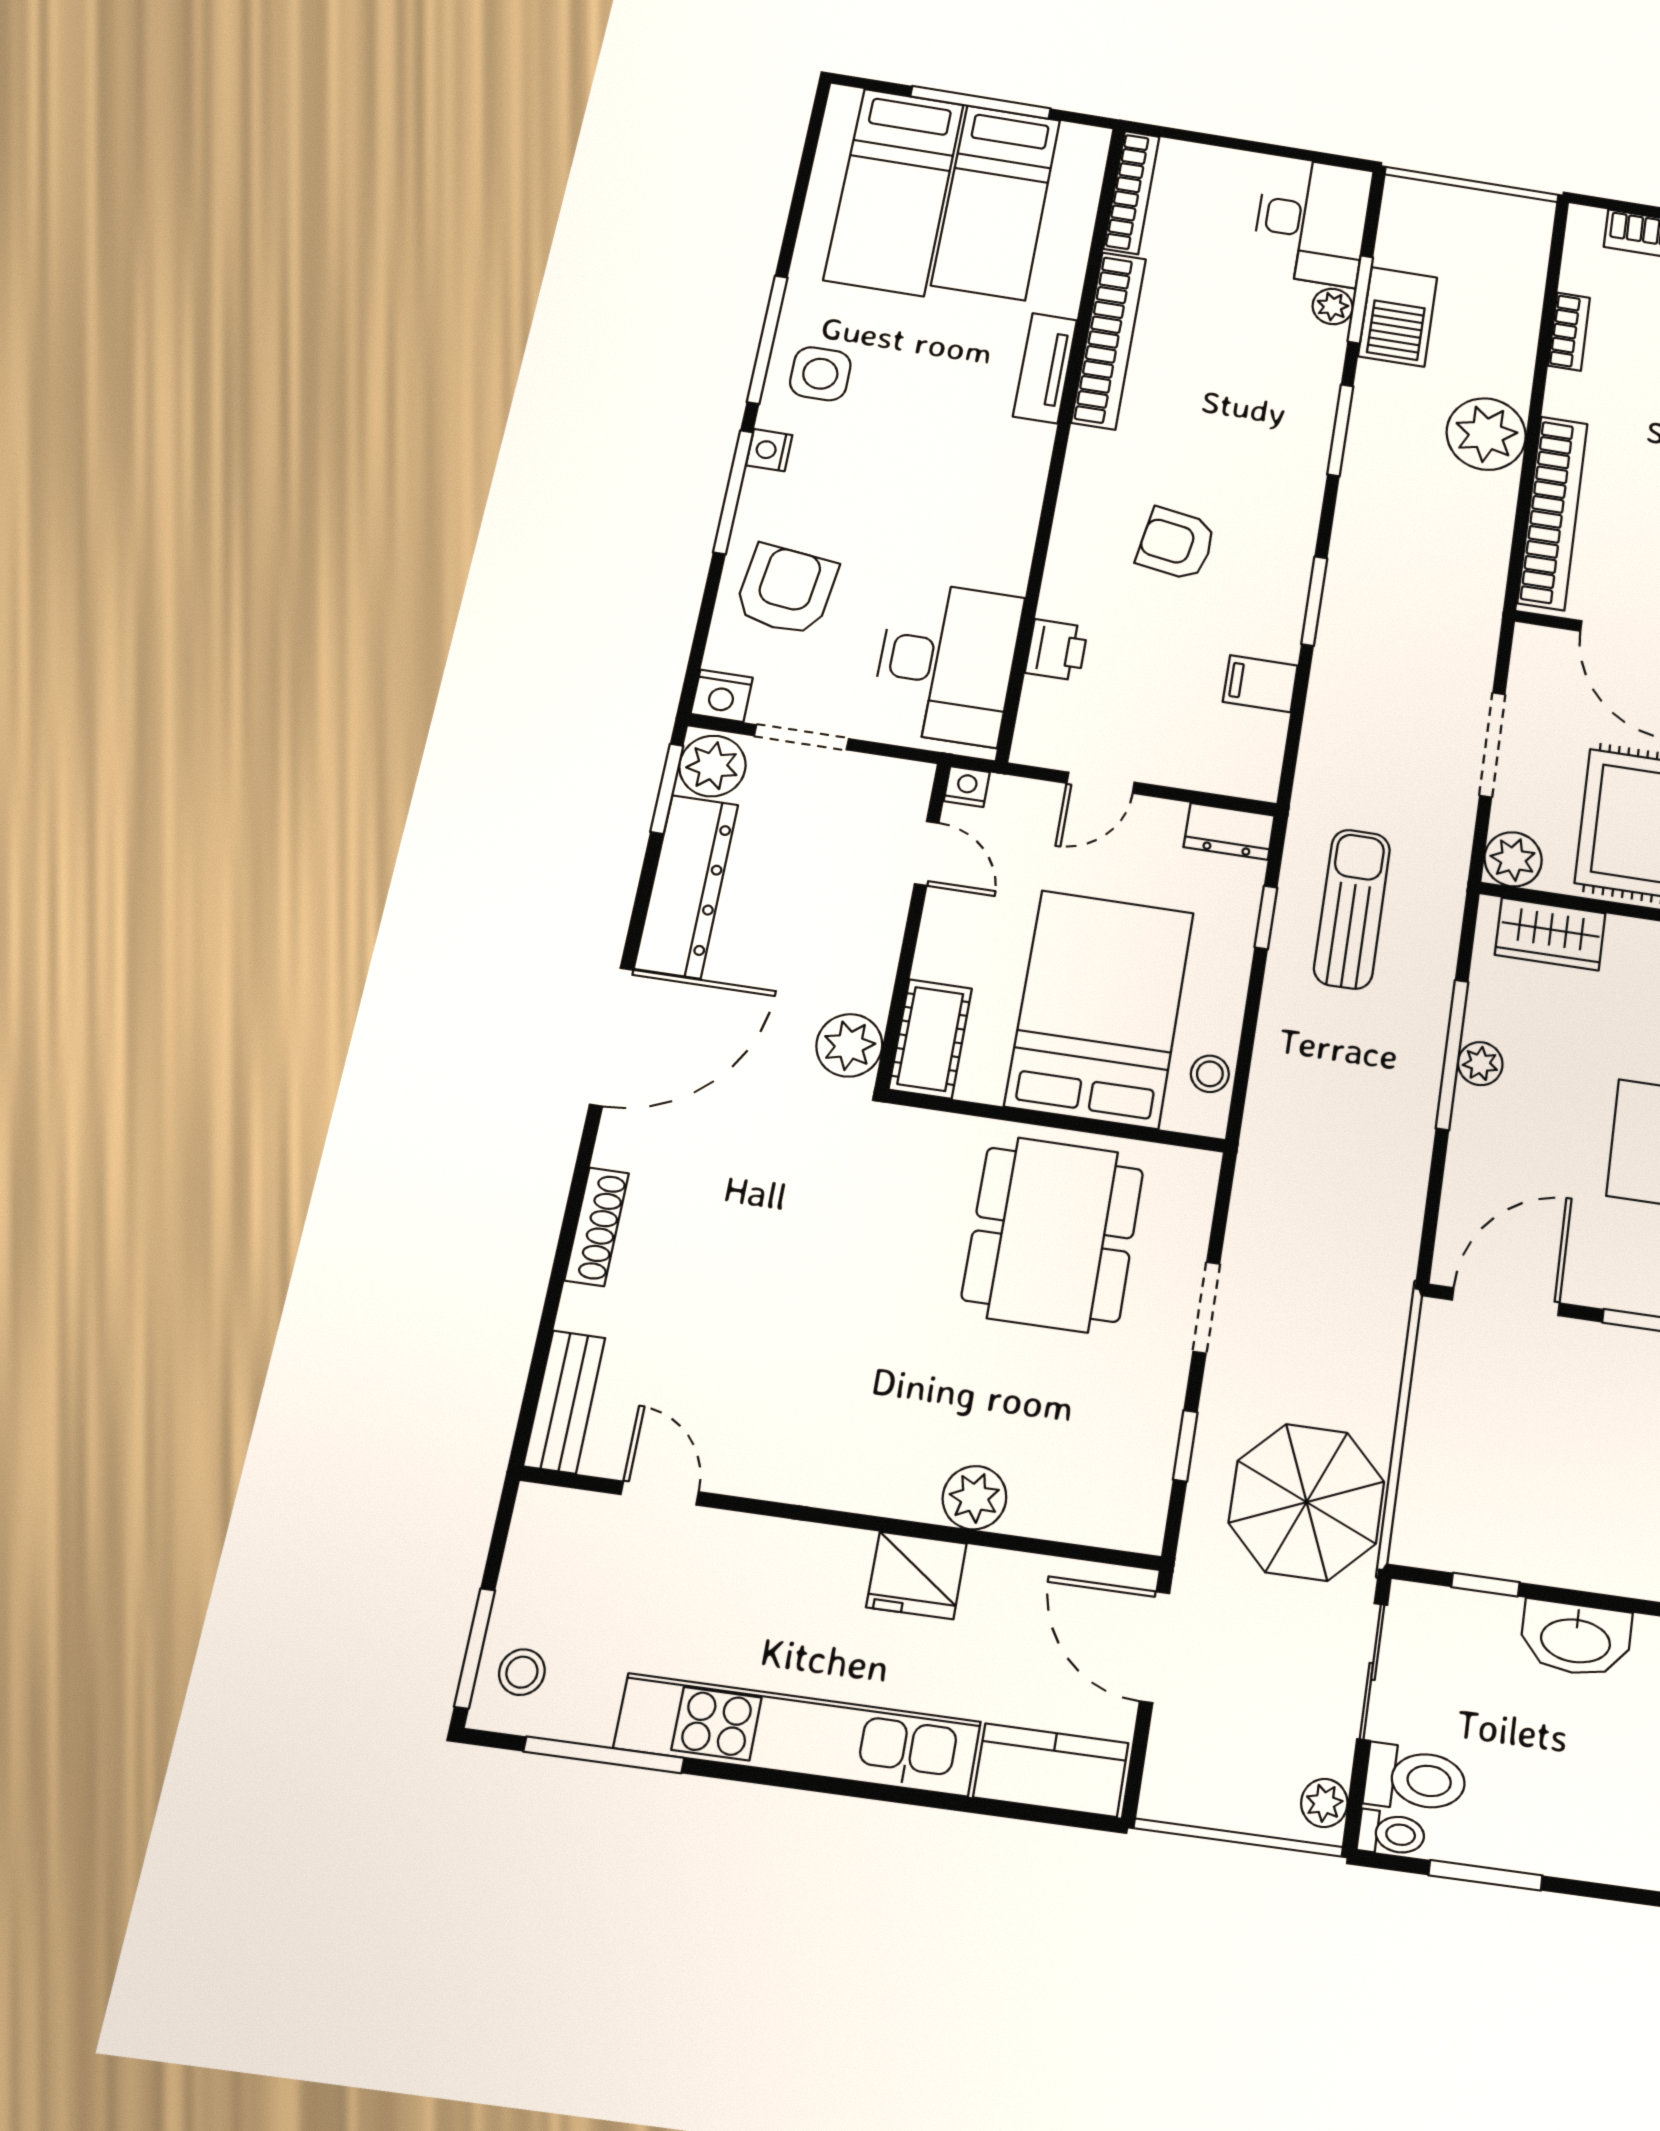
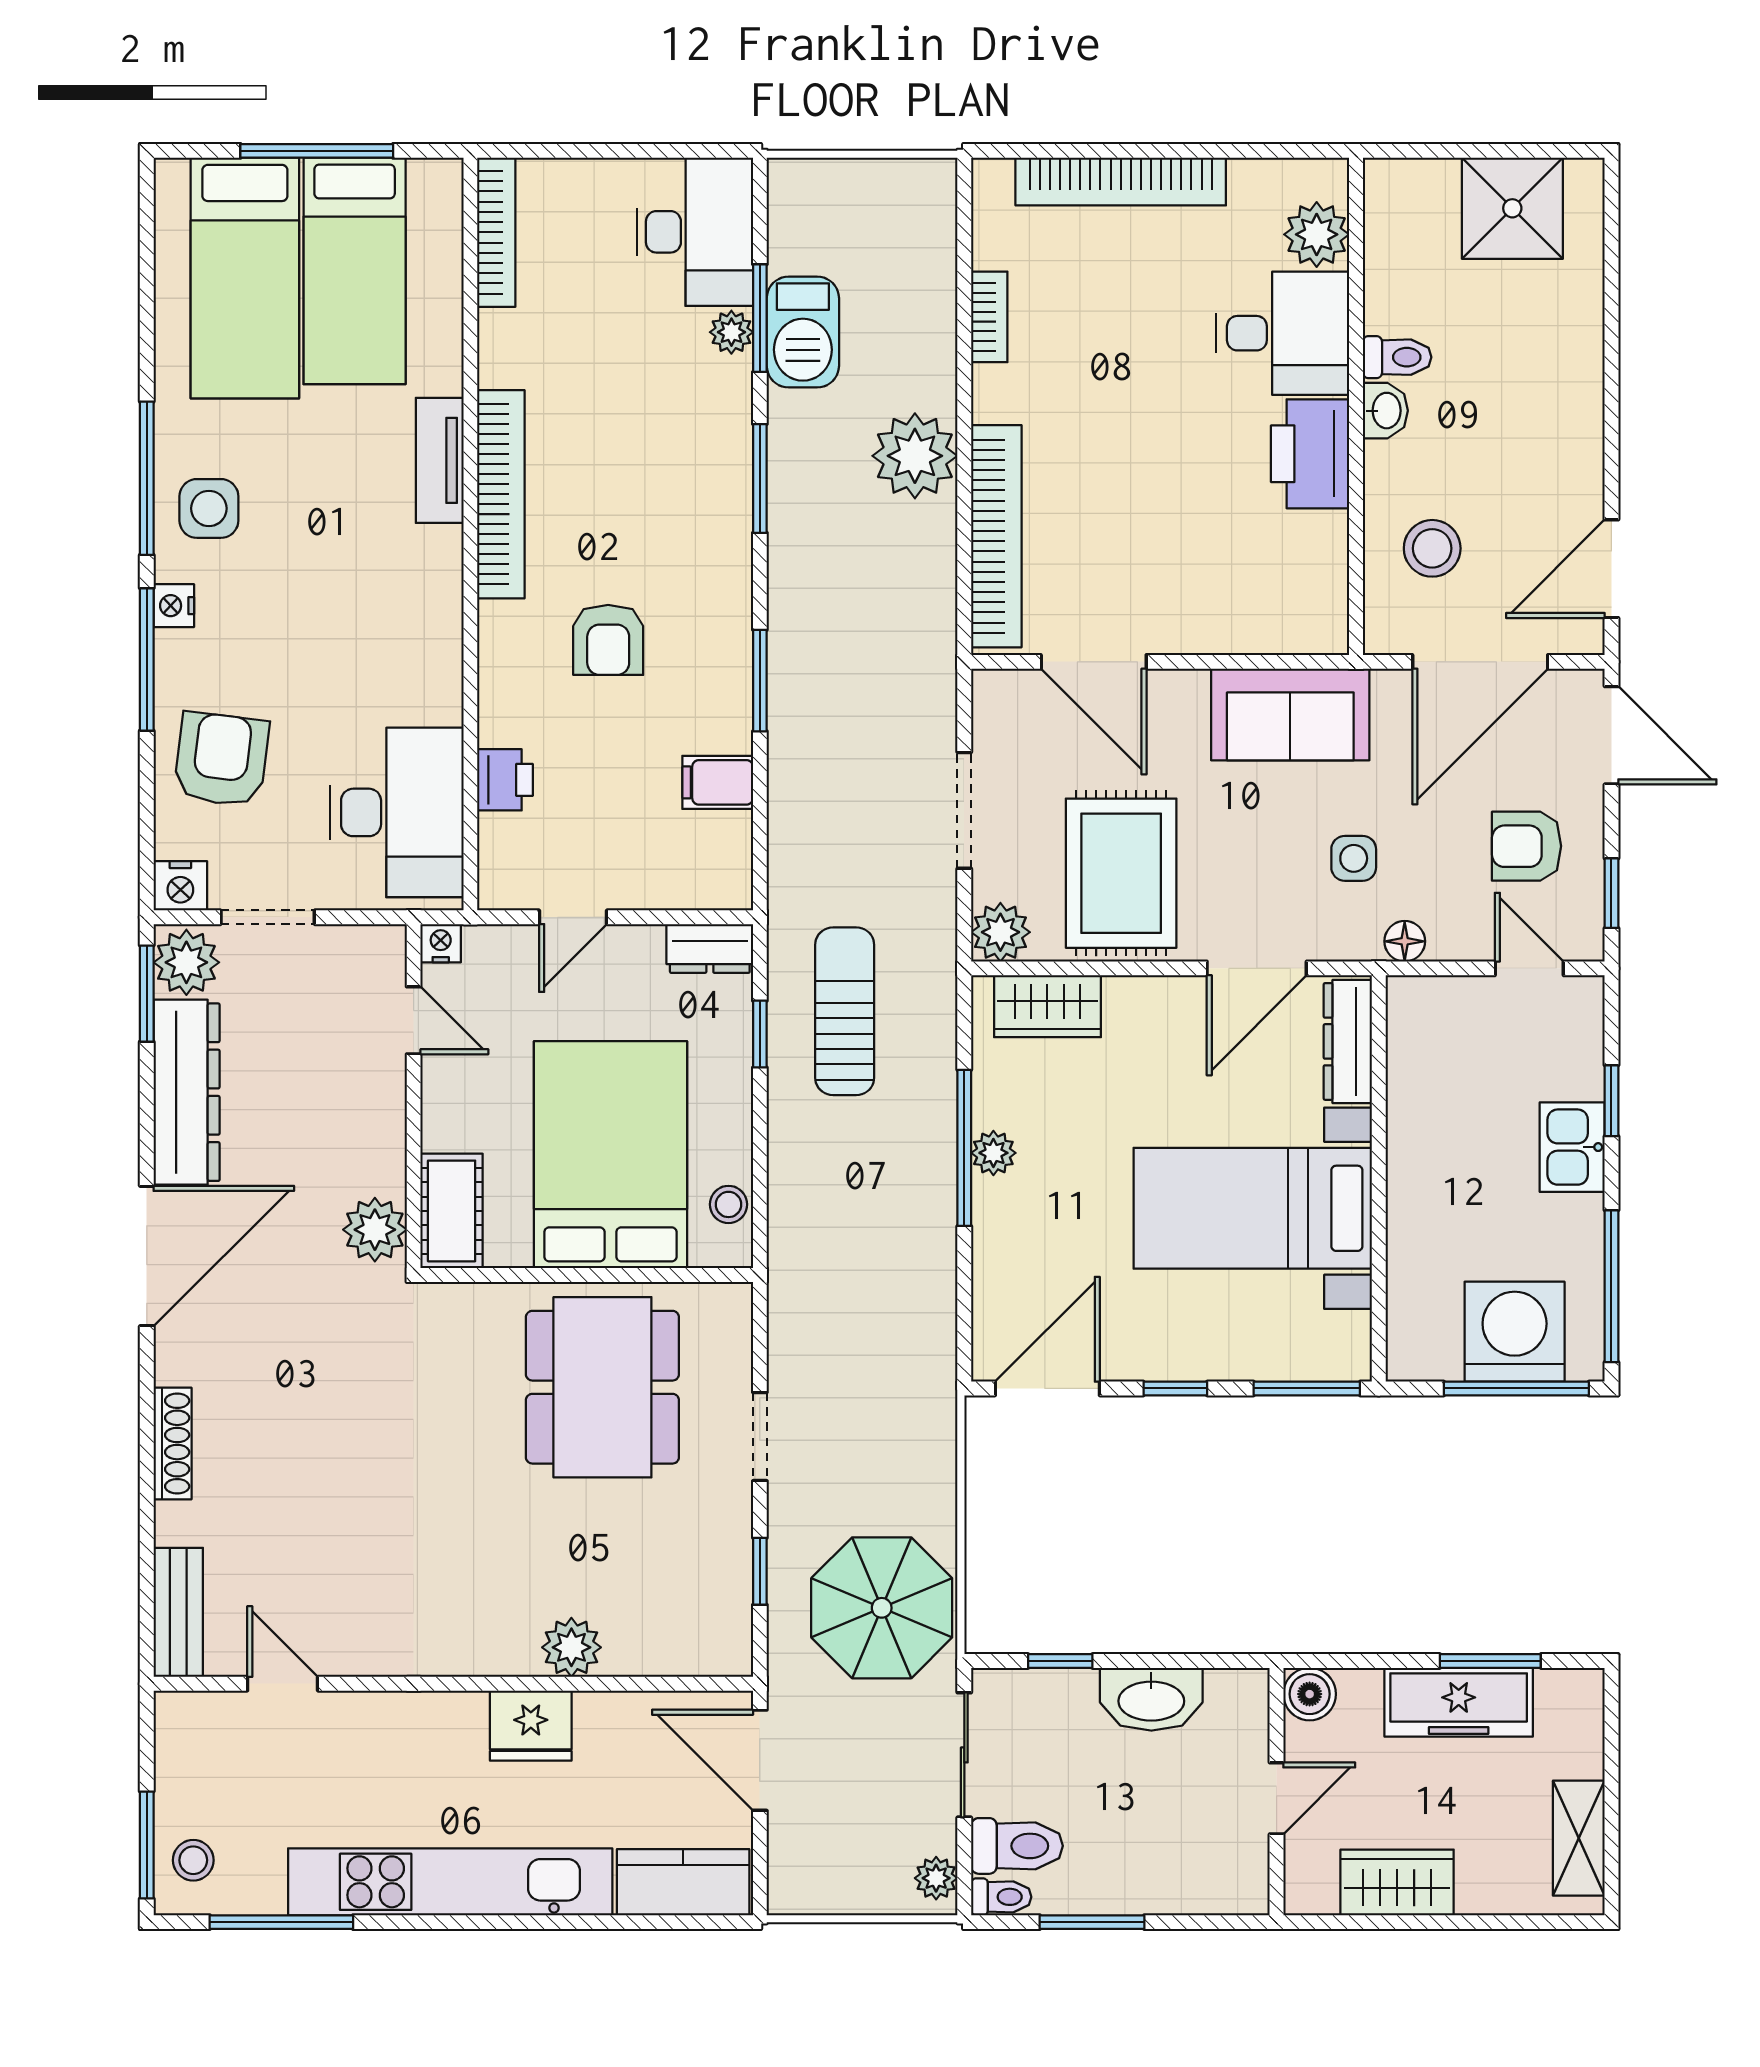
bookcase: (1109, 340) -> (501, 494), moved
armchair: (1176, 544) -> (608, 640), turned -99

